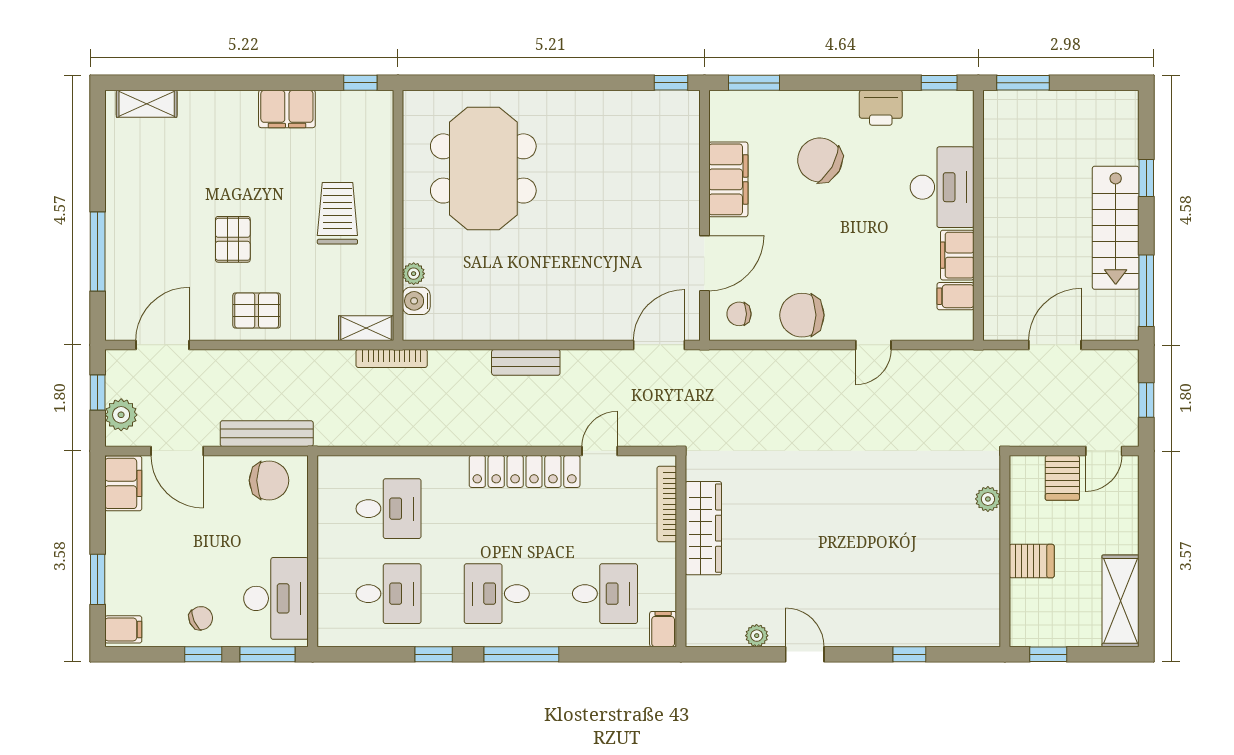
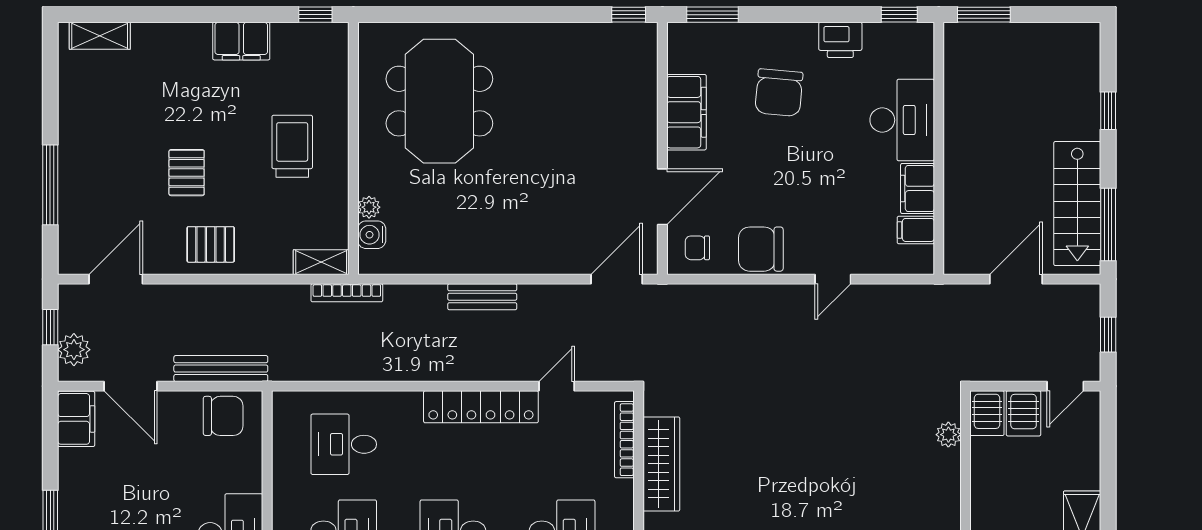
chair: (820, 160) -> (779, 93), turned -115
stairs: (1116, 228) -> (1077, 204), moved
desk: (389, 509) -> (344, 444), turned 180
server rack: (1032, 561) -> (987, 413), moved, turned 90

